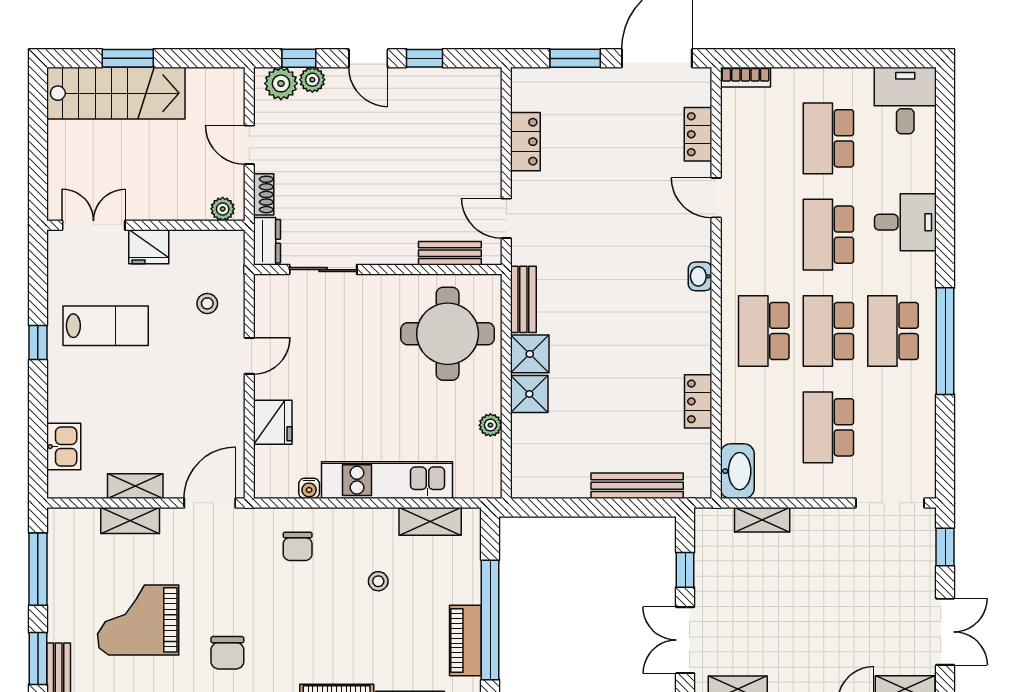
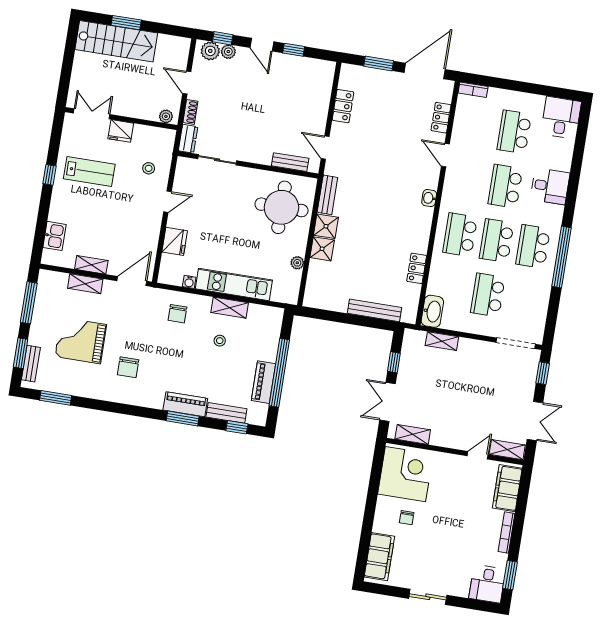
shelving: (430, 521) -> (230, 308), moved

